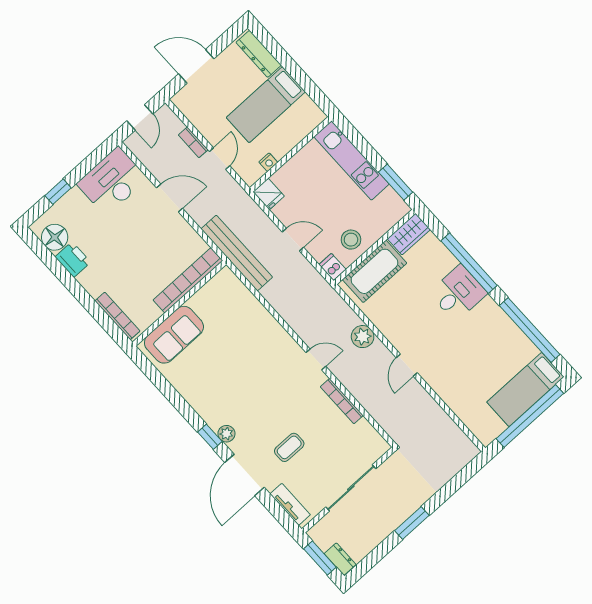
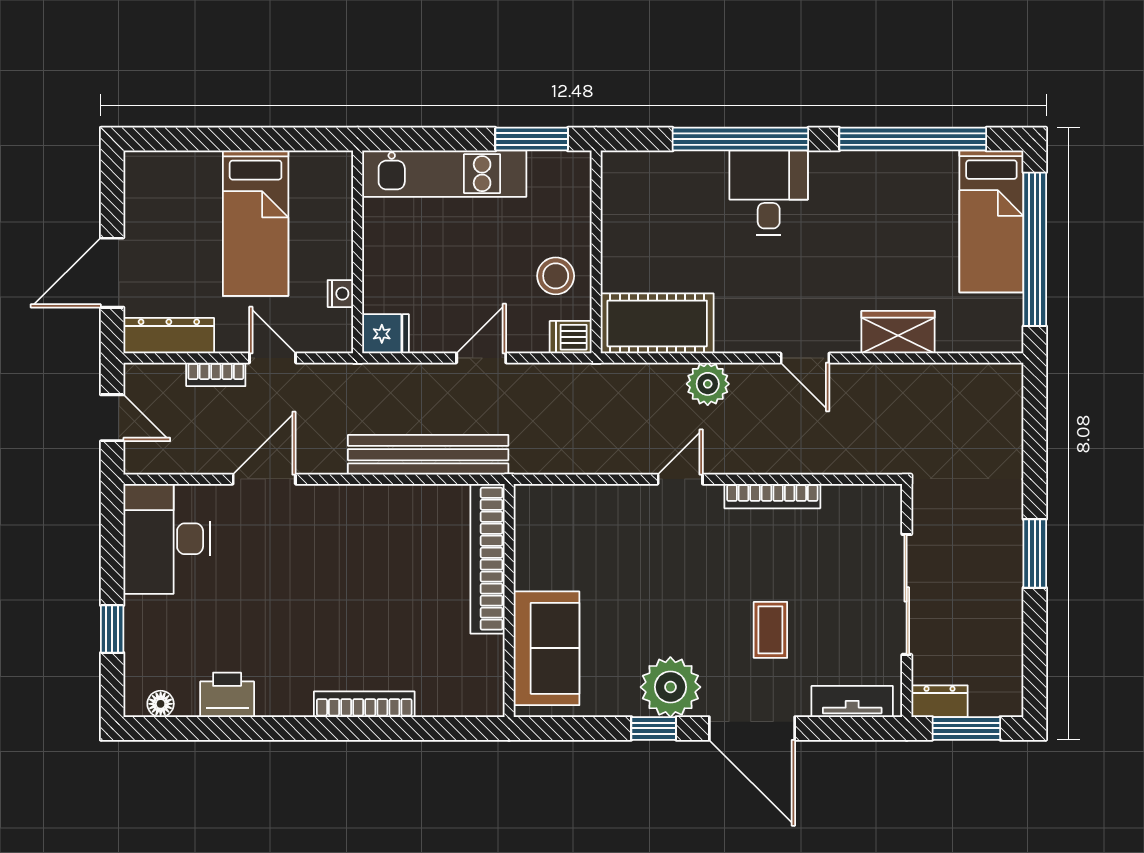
dresser: (259, 54) -> (169, 336), moved, turned 180
wardrobe: (409, 234) -> (898, 332), moved, turned -90
floor lamp: (55, 237) -> (161, 704), width x0.53, depth x0.53
cot: (374, 271) -> (657, 323), moved, turned 90
bookcase: (188, 280) -> (487, 559), moved
wall: (179, 303) -> (509, 600), moved
sofa: (174, 335) -> (546, 648), moved
plant: (226, 434) -> (670, 687), width x1.87, depth x1.87
dresser: (340, 559) -> (940, 701), moved

